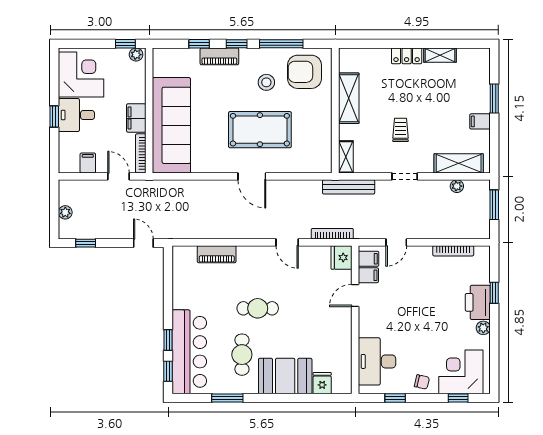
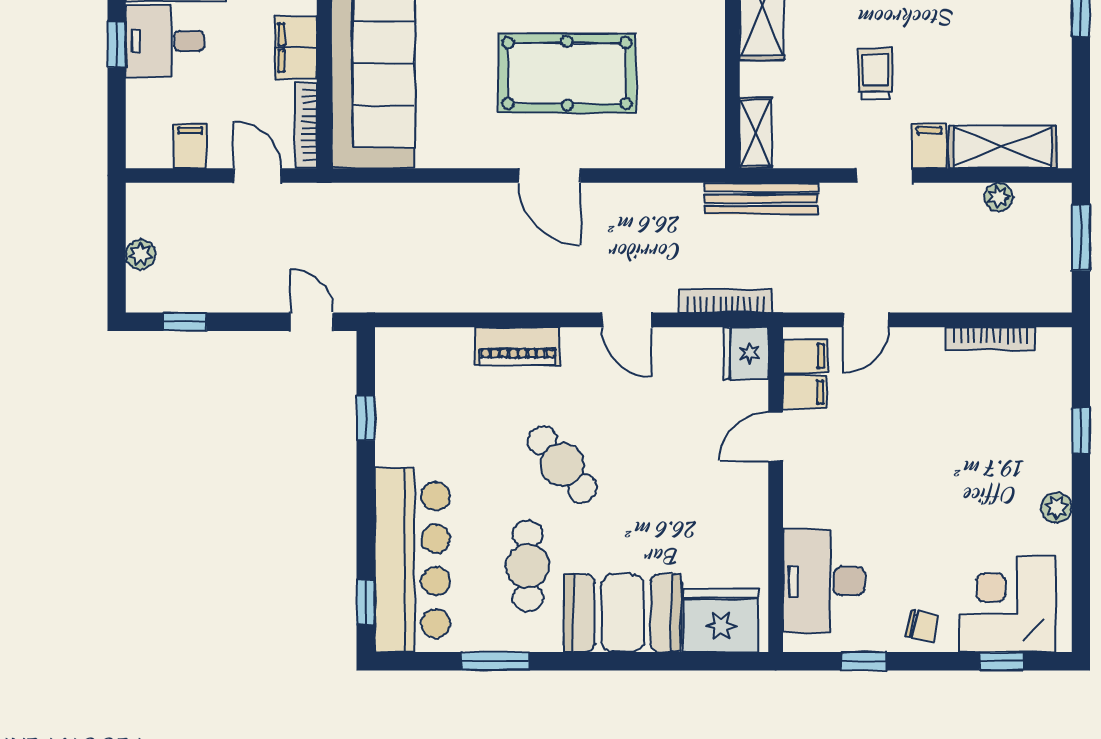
filing cabinet: (480, 121) -> (929, 146), moved, turned 90
piano: (217, 254) -> (518, 346), moved
printer: (478, 302) -> (1045, 452), removed
cafe table: (258, 308) -> (562, 465), turned 50
window: (168, 340) -> (366, 418), moved
fridge: (322, 383) -> (721, 621), width x1.88, depth x1.34

